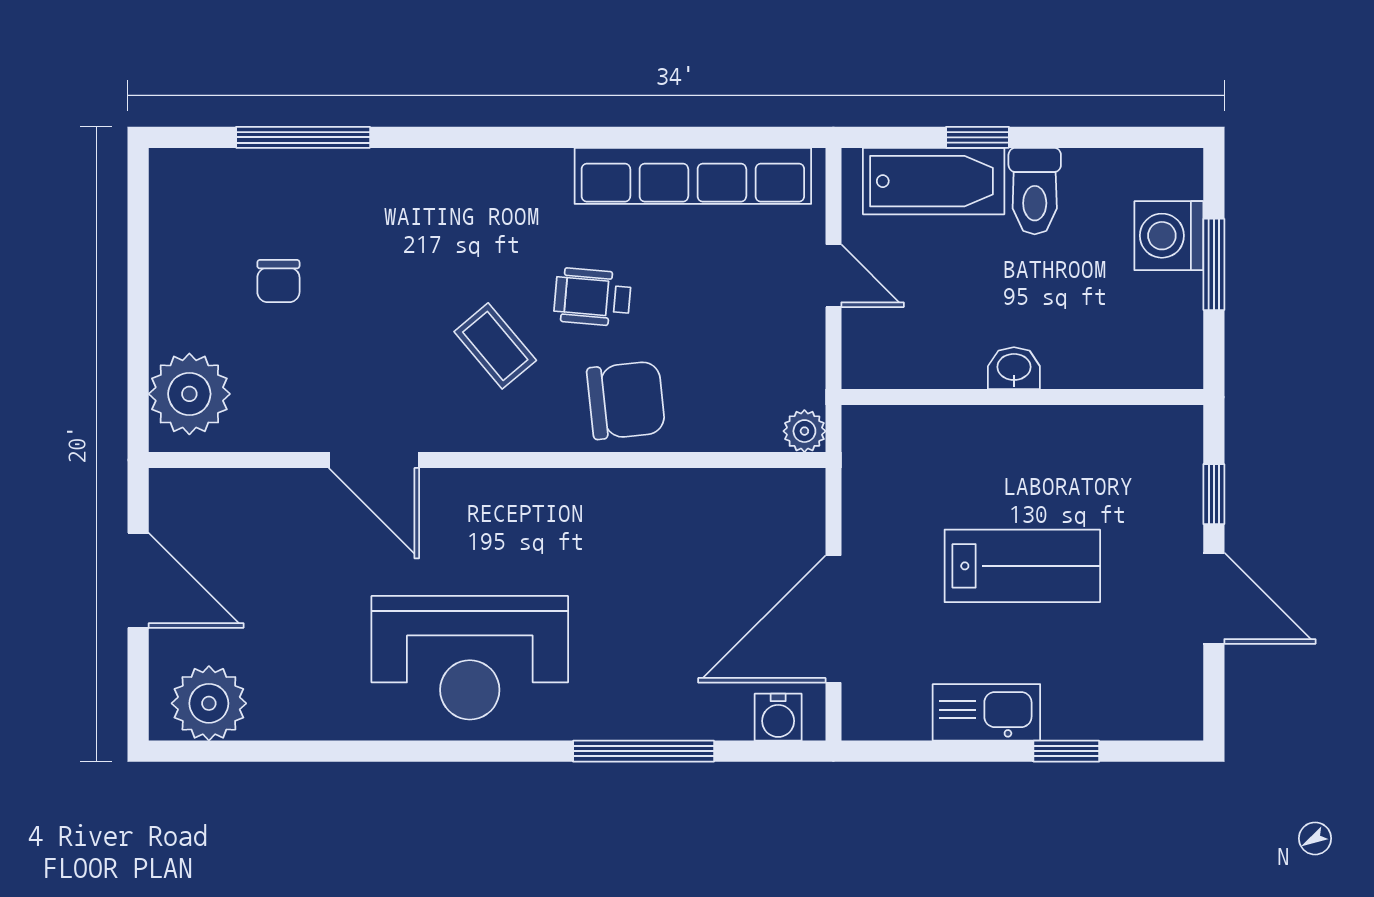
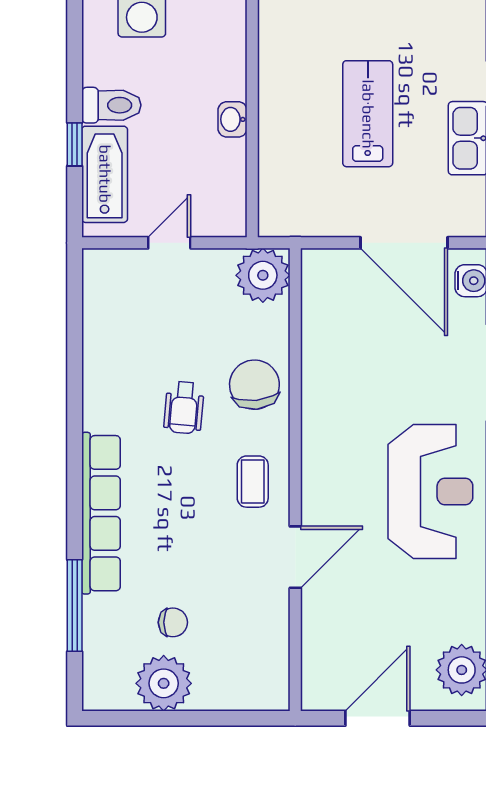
row of seats: (693, 176) -> (101, 513), moved
coffee table: (495, 346) -> (253, 482), moved, turned -50
plant: (189, 394) -> (164, 683), moved
plant: (804, 431) -> (263, 275), width x1.87, depth x1.87

